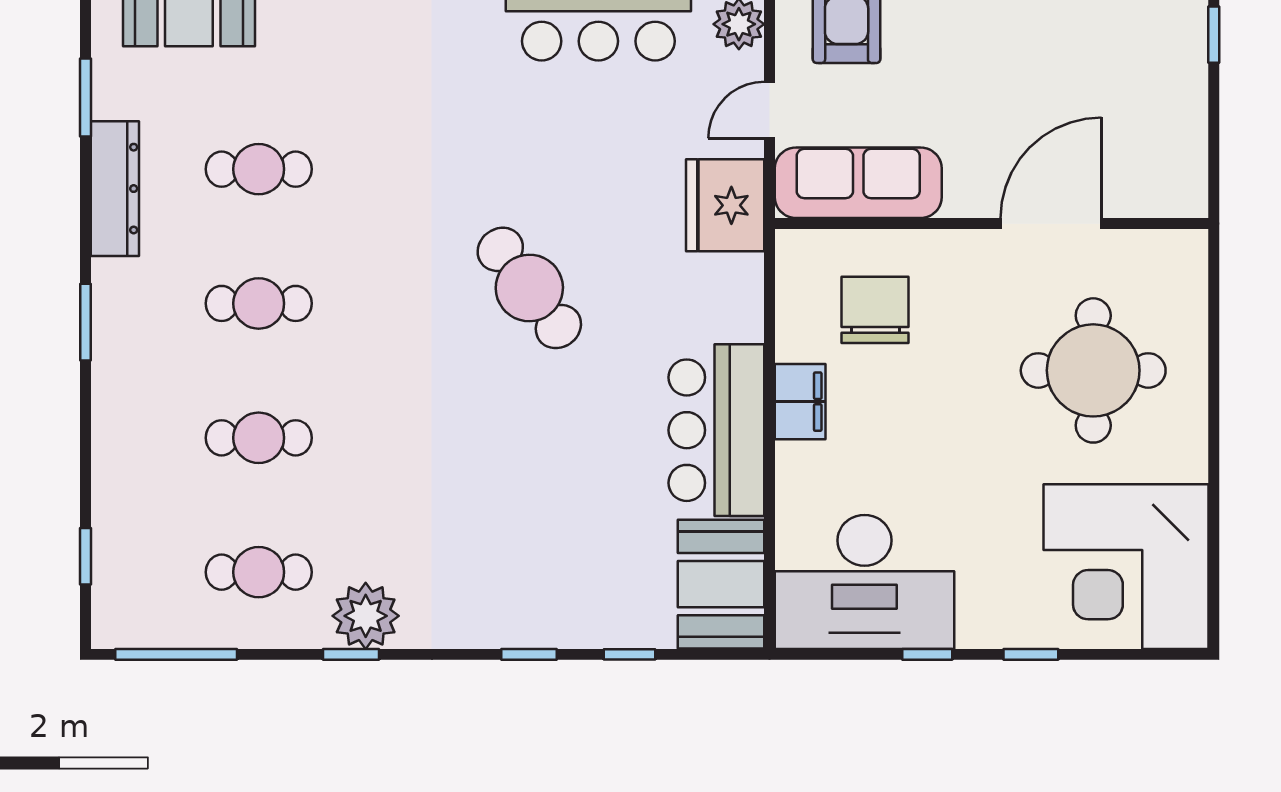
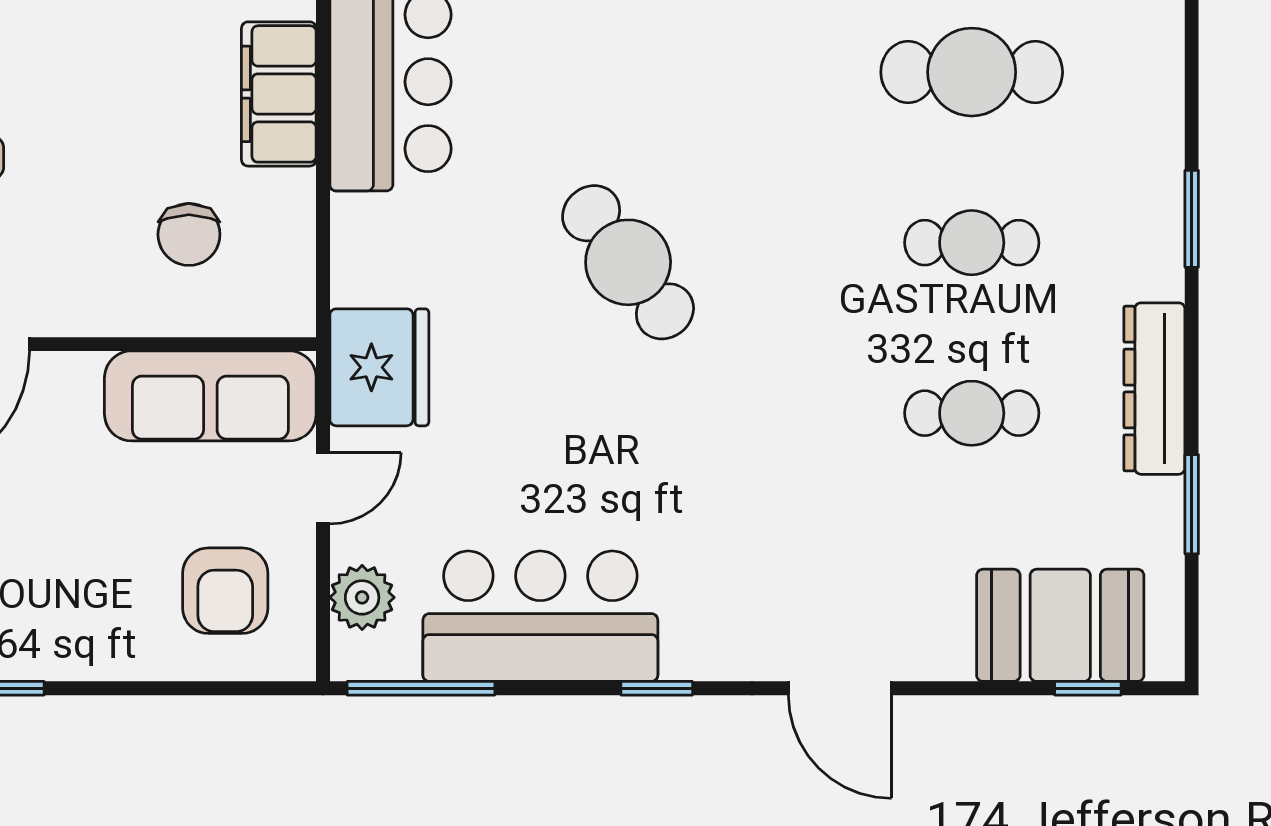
chair: (875, 310) -> (189, 234), width x0.73, depth x0.73
filing cabinet: (800, 402) -> (279, 94), width x1.50, depth x1.17
cafe table: (259, 438) -> (972, 72), width x1.37, depth x1.35

